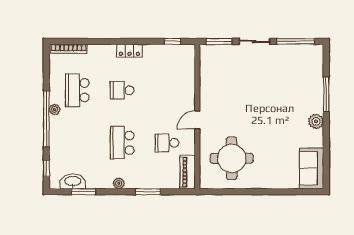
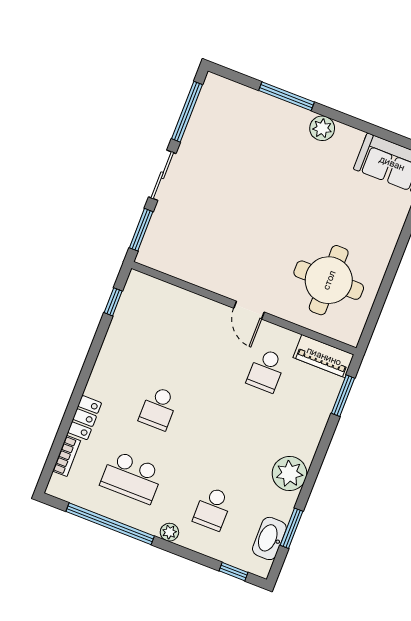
bookcase: (68, 49) -> (67, 456), width x0.64
locker: (129, 51) -> (85, 418), moved
plant: (55, 109) -> (169, 532), moved
window: (46, 119) -> (110, 524), moved
school desk: (122, 143) -> (213, 509), moved, width x0.54
plant: (119, 183) -> (289, 473), width x1.88, depth x1.88
window: (148, 192) -> (343, 396), moved

